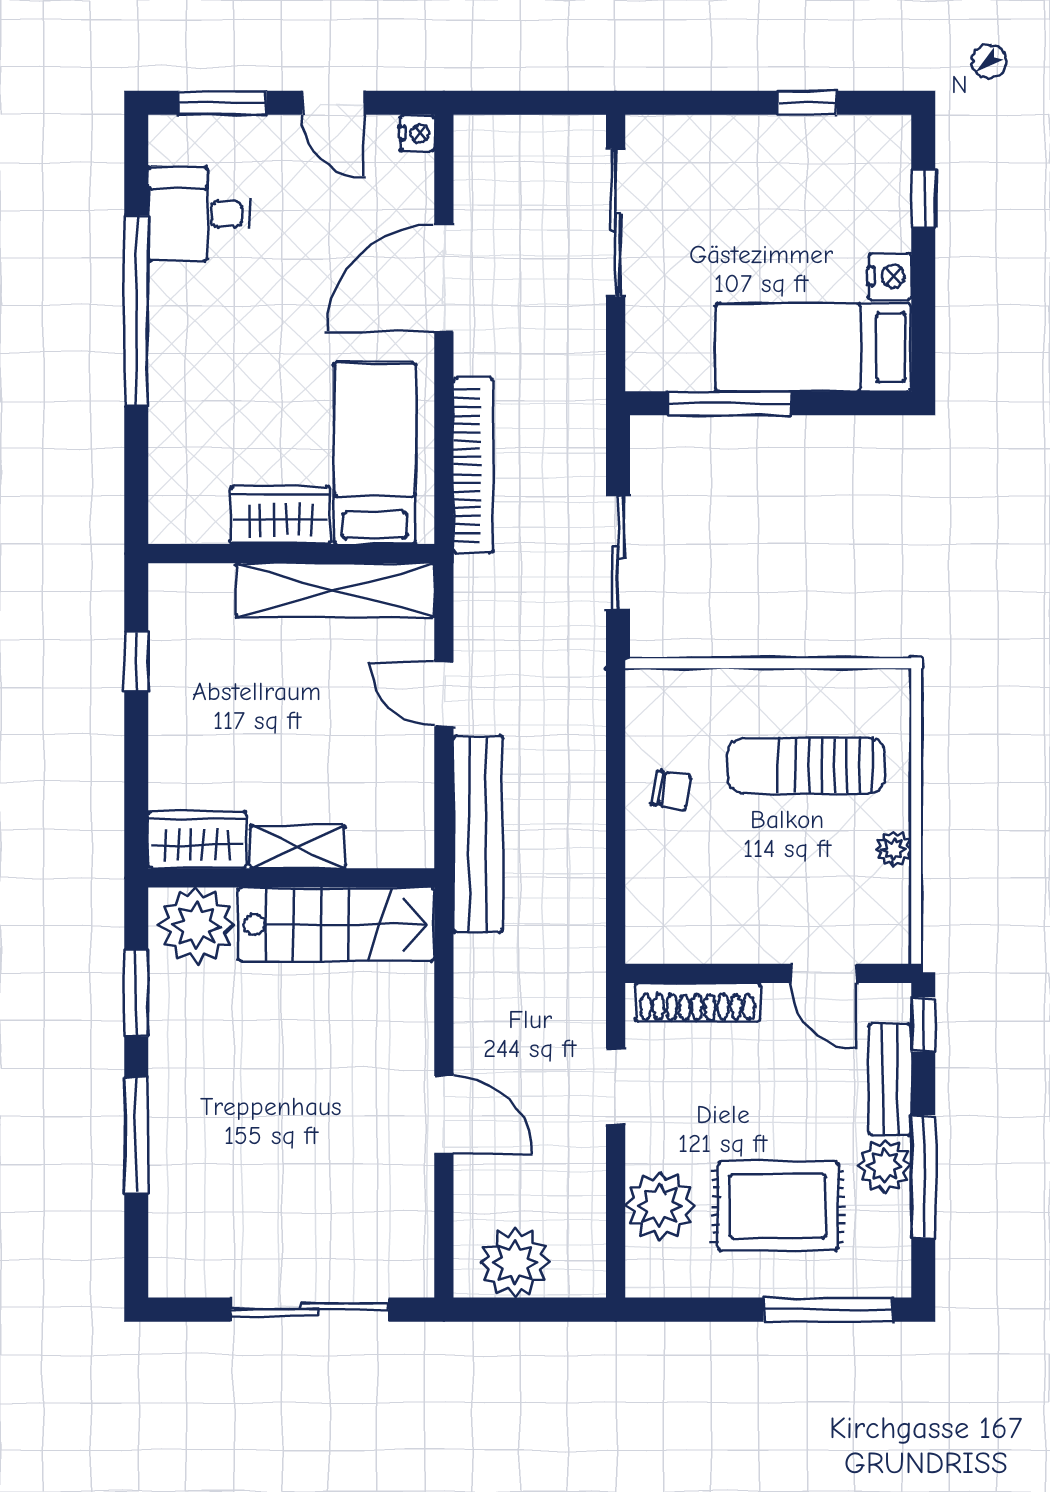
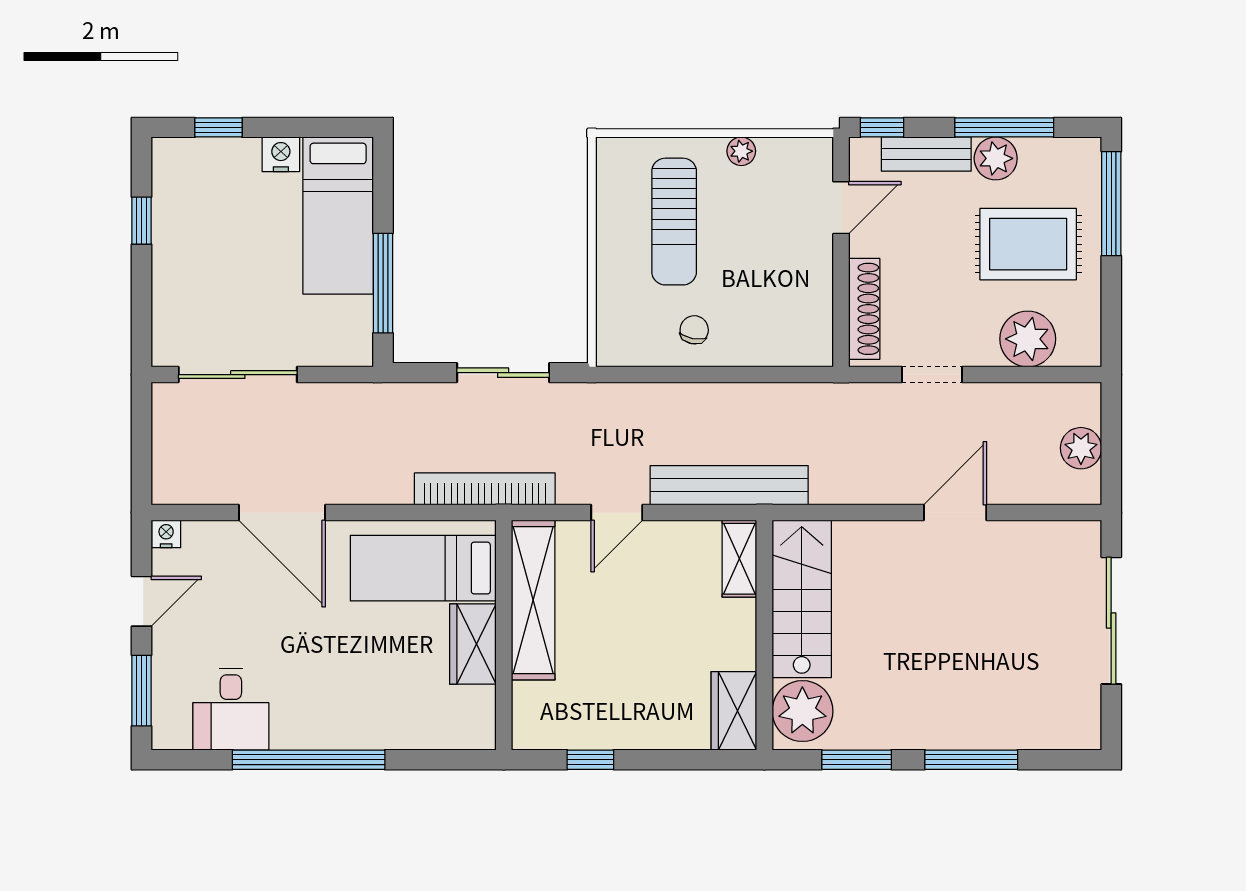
bookcase: (473, 466) -> (485, 489), moved
shelving: (298, 847) -> (739, 559), moved
rug: (778, 1206) -> (1028, 244), turned 90
plant: (515, 1263) -> (1081, 448), width x0.73, depth x0.73

